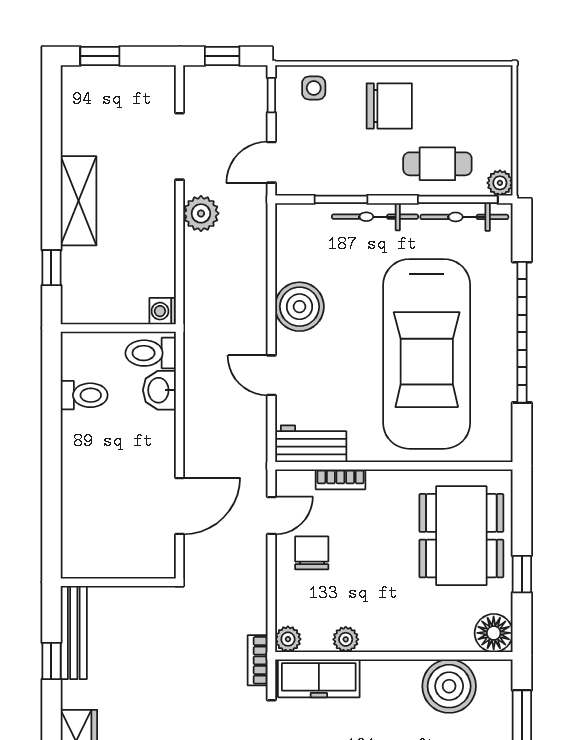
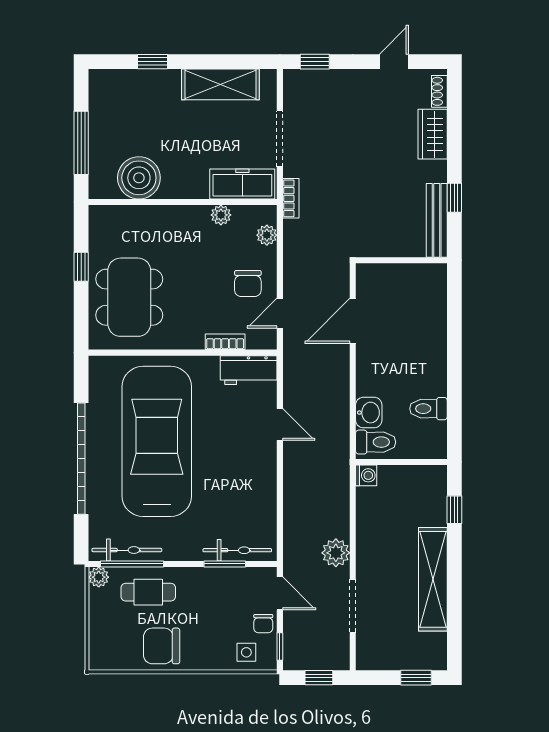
chair: (389, 106) -> (162, 646), moved
chair: (292, 124) -> (263, 624), added
door: (271, 162) -> (280, 593), hinge flipped
shelving: (79, 201) -> (433, 579), width x1.47
bicycle: (375, 217) -> (237, 550), moved
boiler: (299, 307) -> (258, 479), removed
floor lamp: (494, 633) -> (104, 220), removed
plant: (288, 639) -> (267, 235), moved

